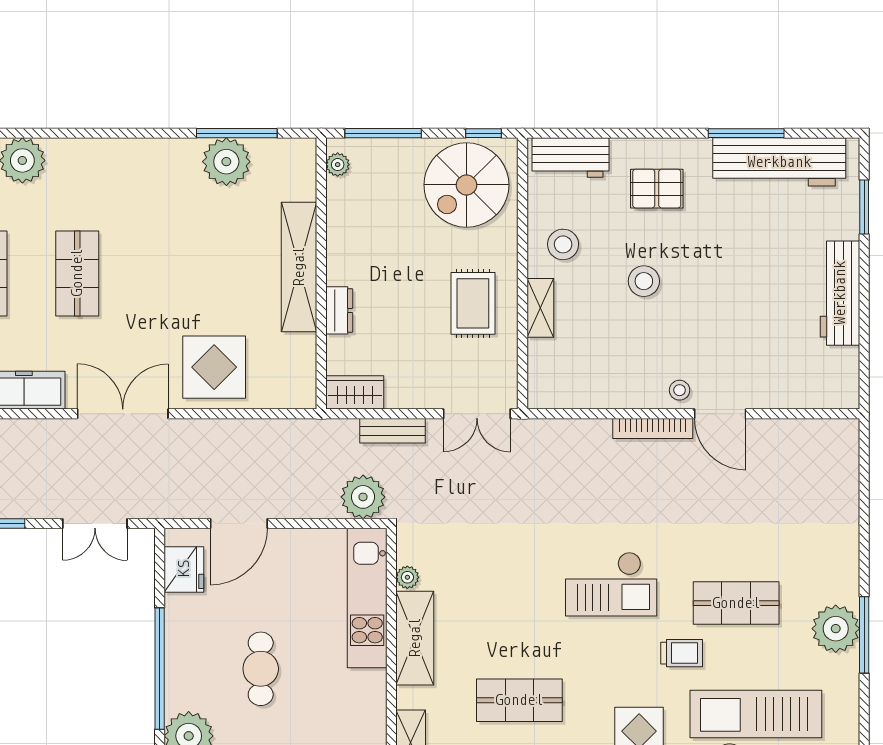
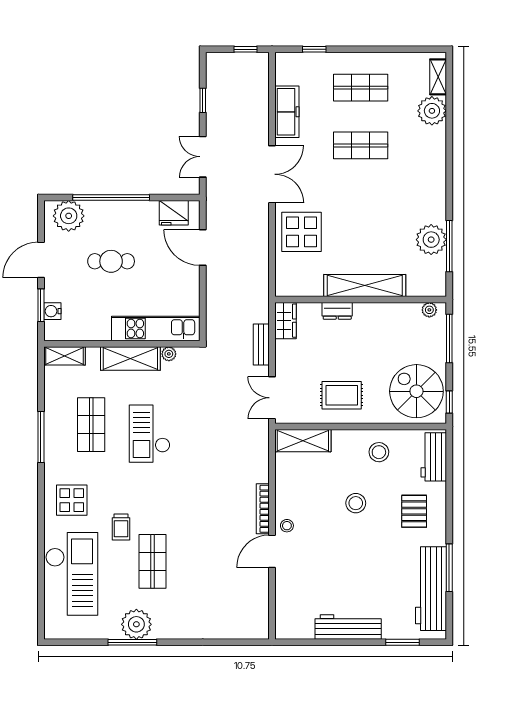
shelving: (540, 308) -> (303, 441), moved, width x1.50, depth x1.33
plant: (363, 497) -> (220, 326), removed
checkout: (611, 584) -> (150, 434), moved

